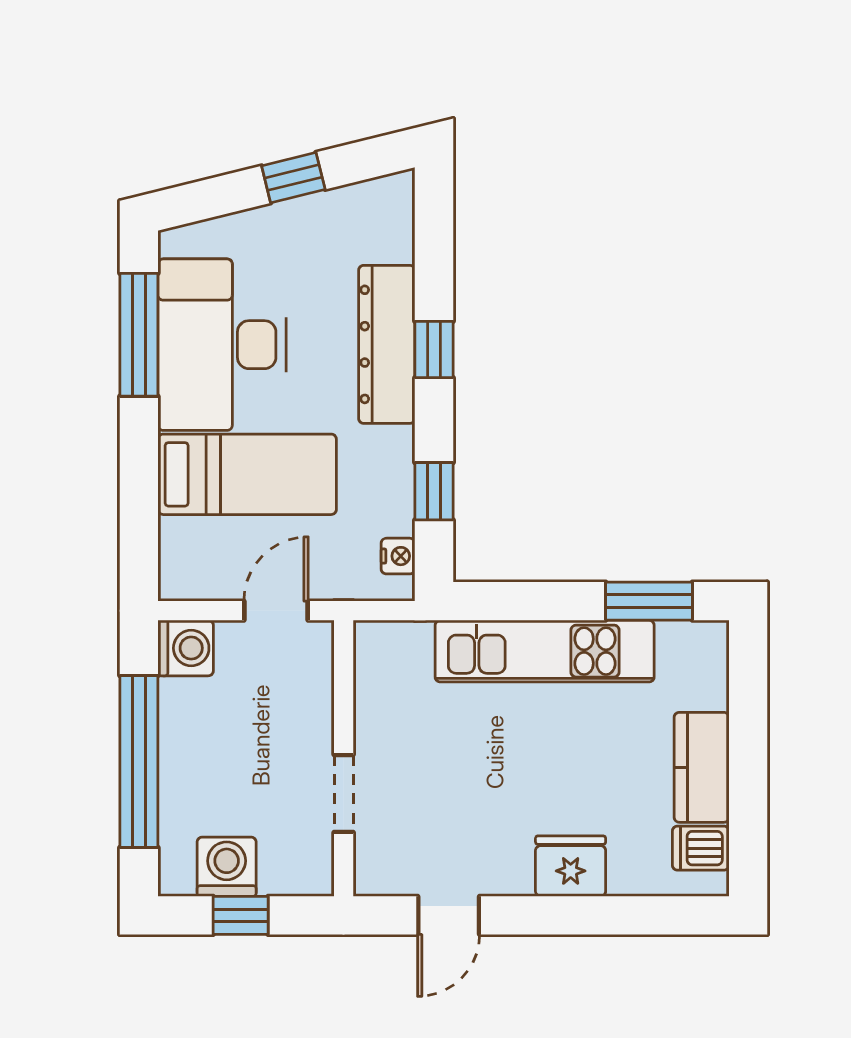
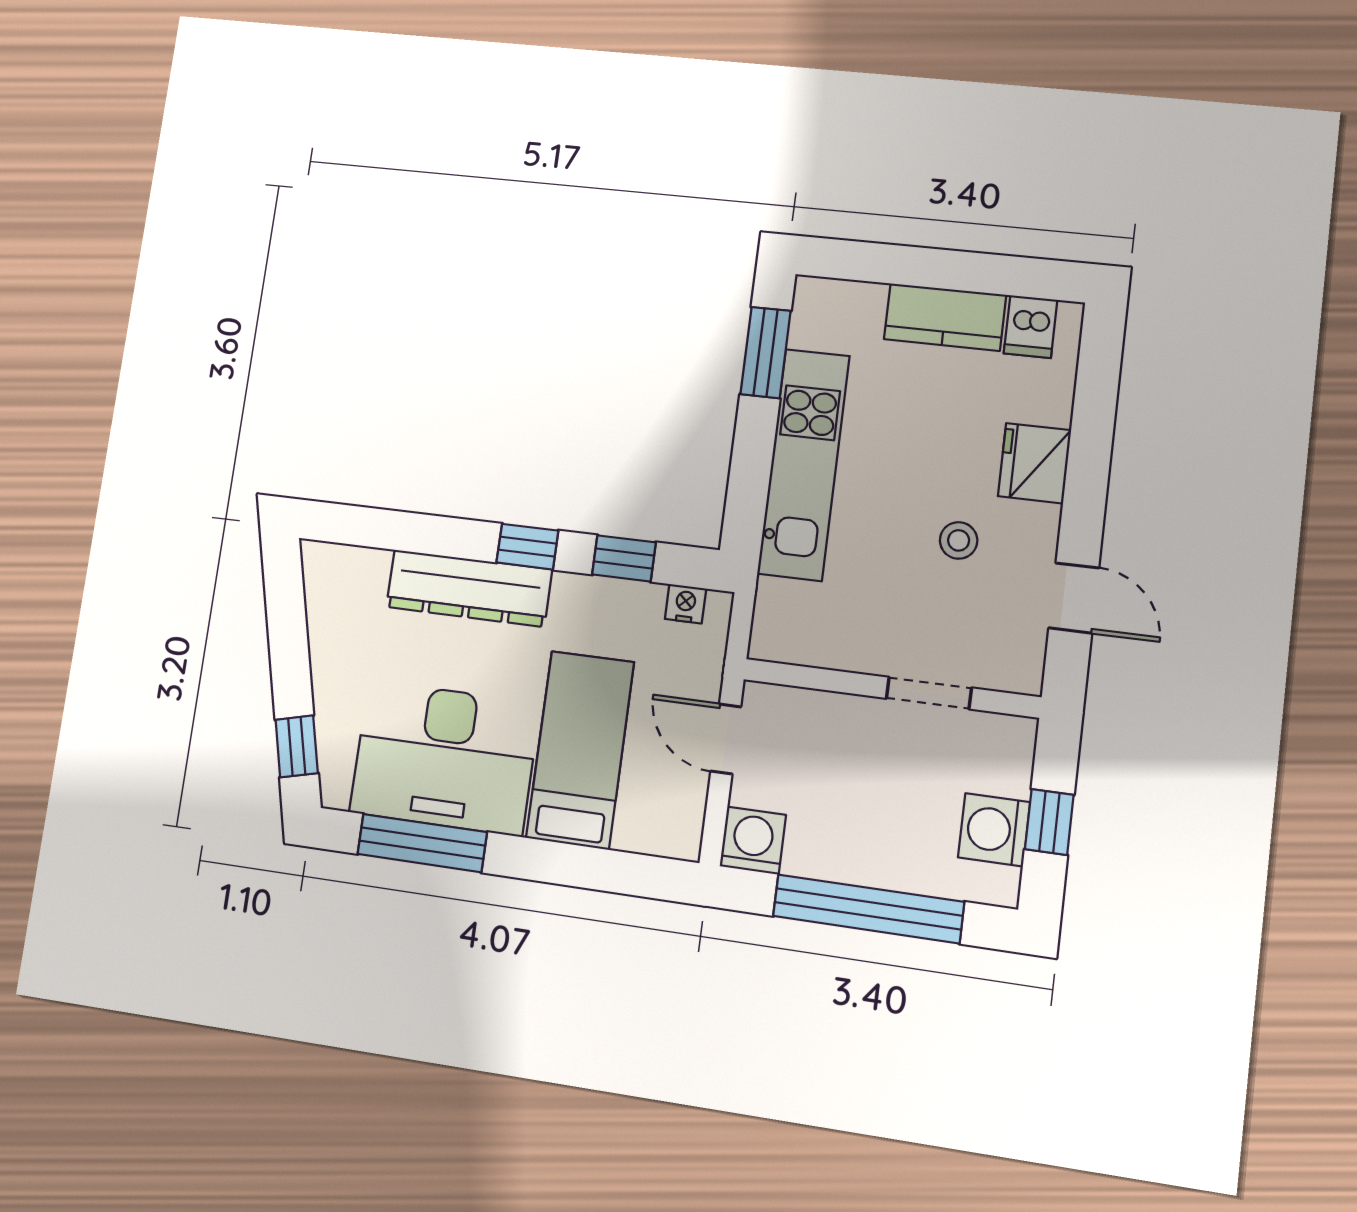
window: (293, 178) -> (297, 746), moved
window: (434, 349) -> (527, 547), moved
stool: (489, 804) -> (959, 540), added

